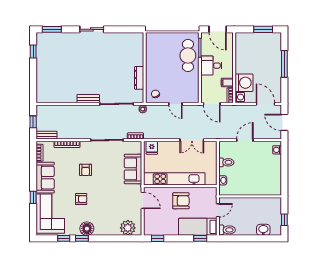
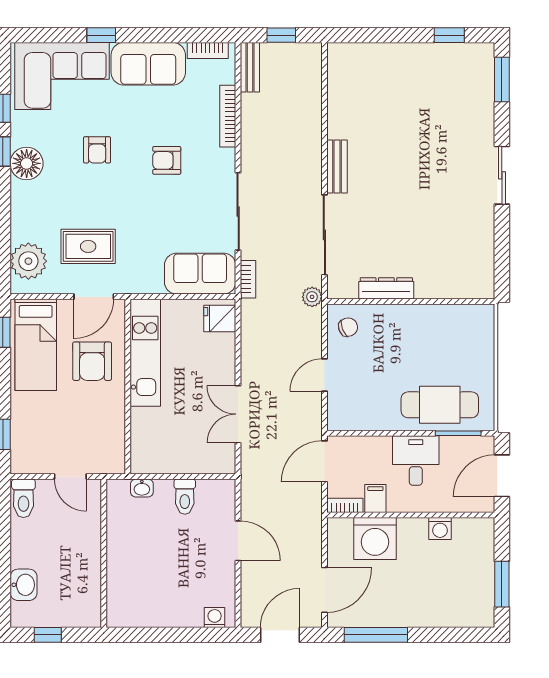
window: (284, 64) -> (376, 635), moved
washing machine: (240, 97) -> (440, 529), moved
sofa: (133, 169) -> (200, 274), moved
kitchen unit: (174, 179) -> (145, 353), width x0.73
armchair: (181, 201) -> (92, 361), moved
rug: (122, 203) -> (88, 246), added
bed: (198, 227) -> (36, 345), moved, turned 180

